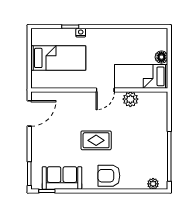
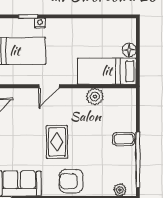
door: (105, 90) -> (49, 86), moved
coffee table: (156, 138) -> (124, 139), added
rug: (96, 140) -> (57, 142), turned 90

